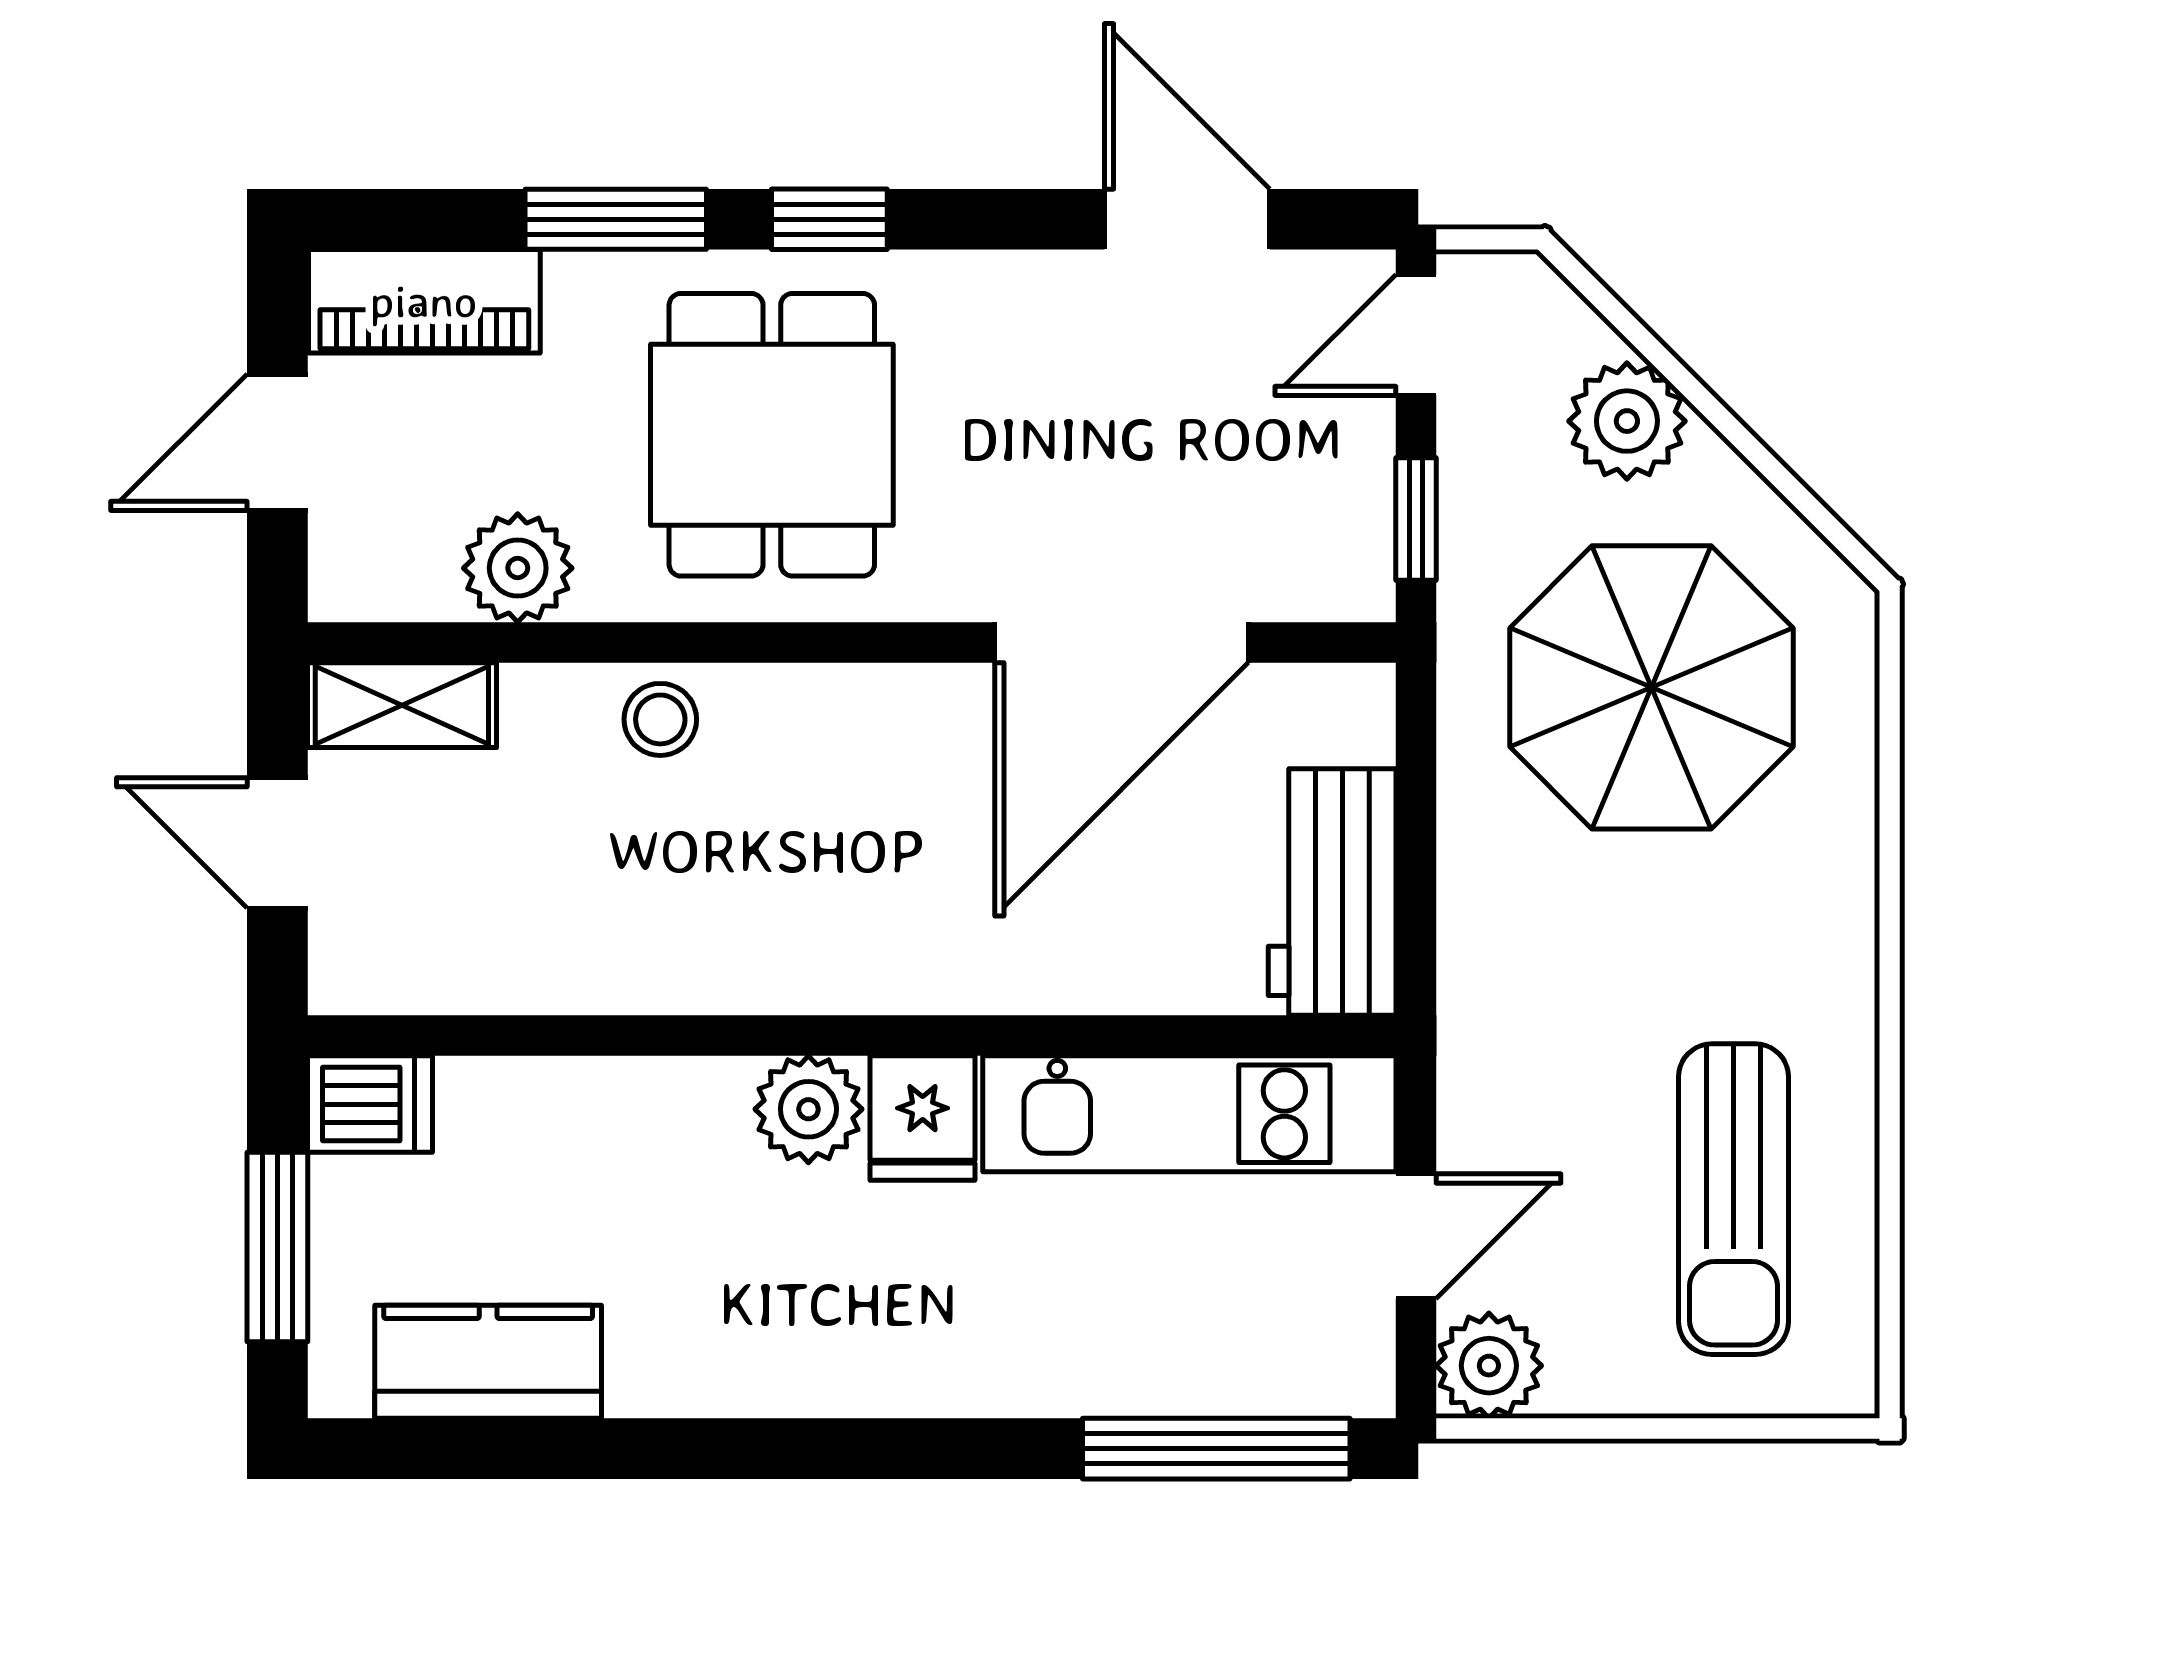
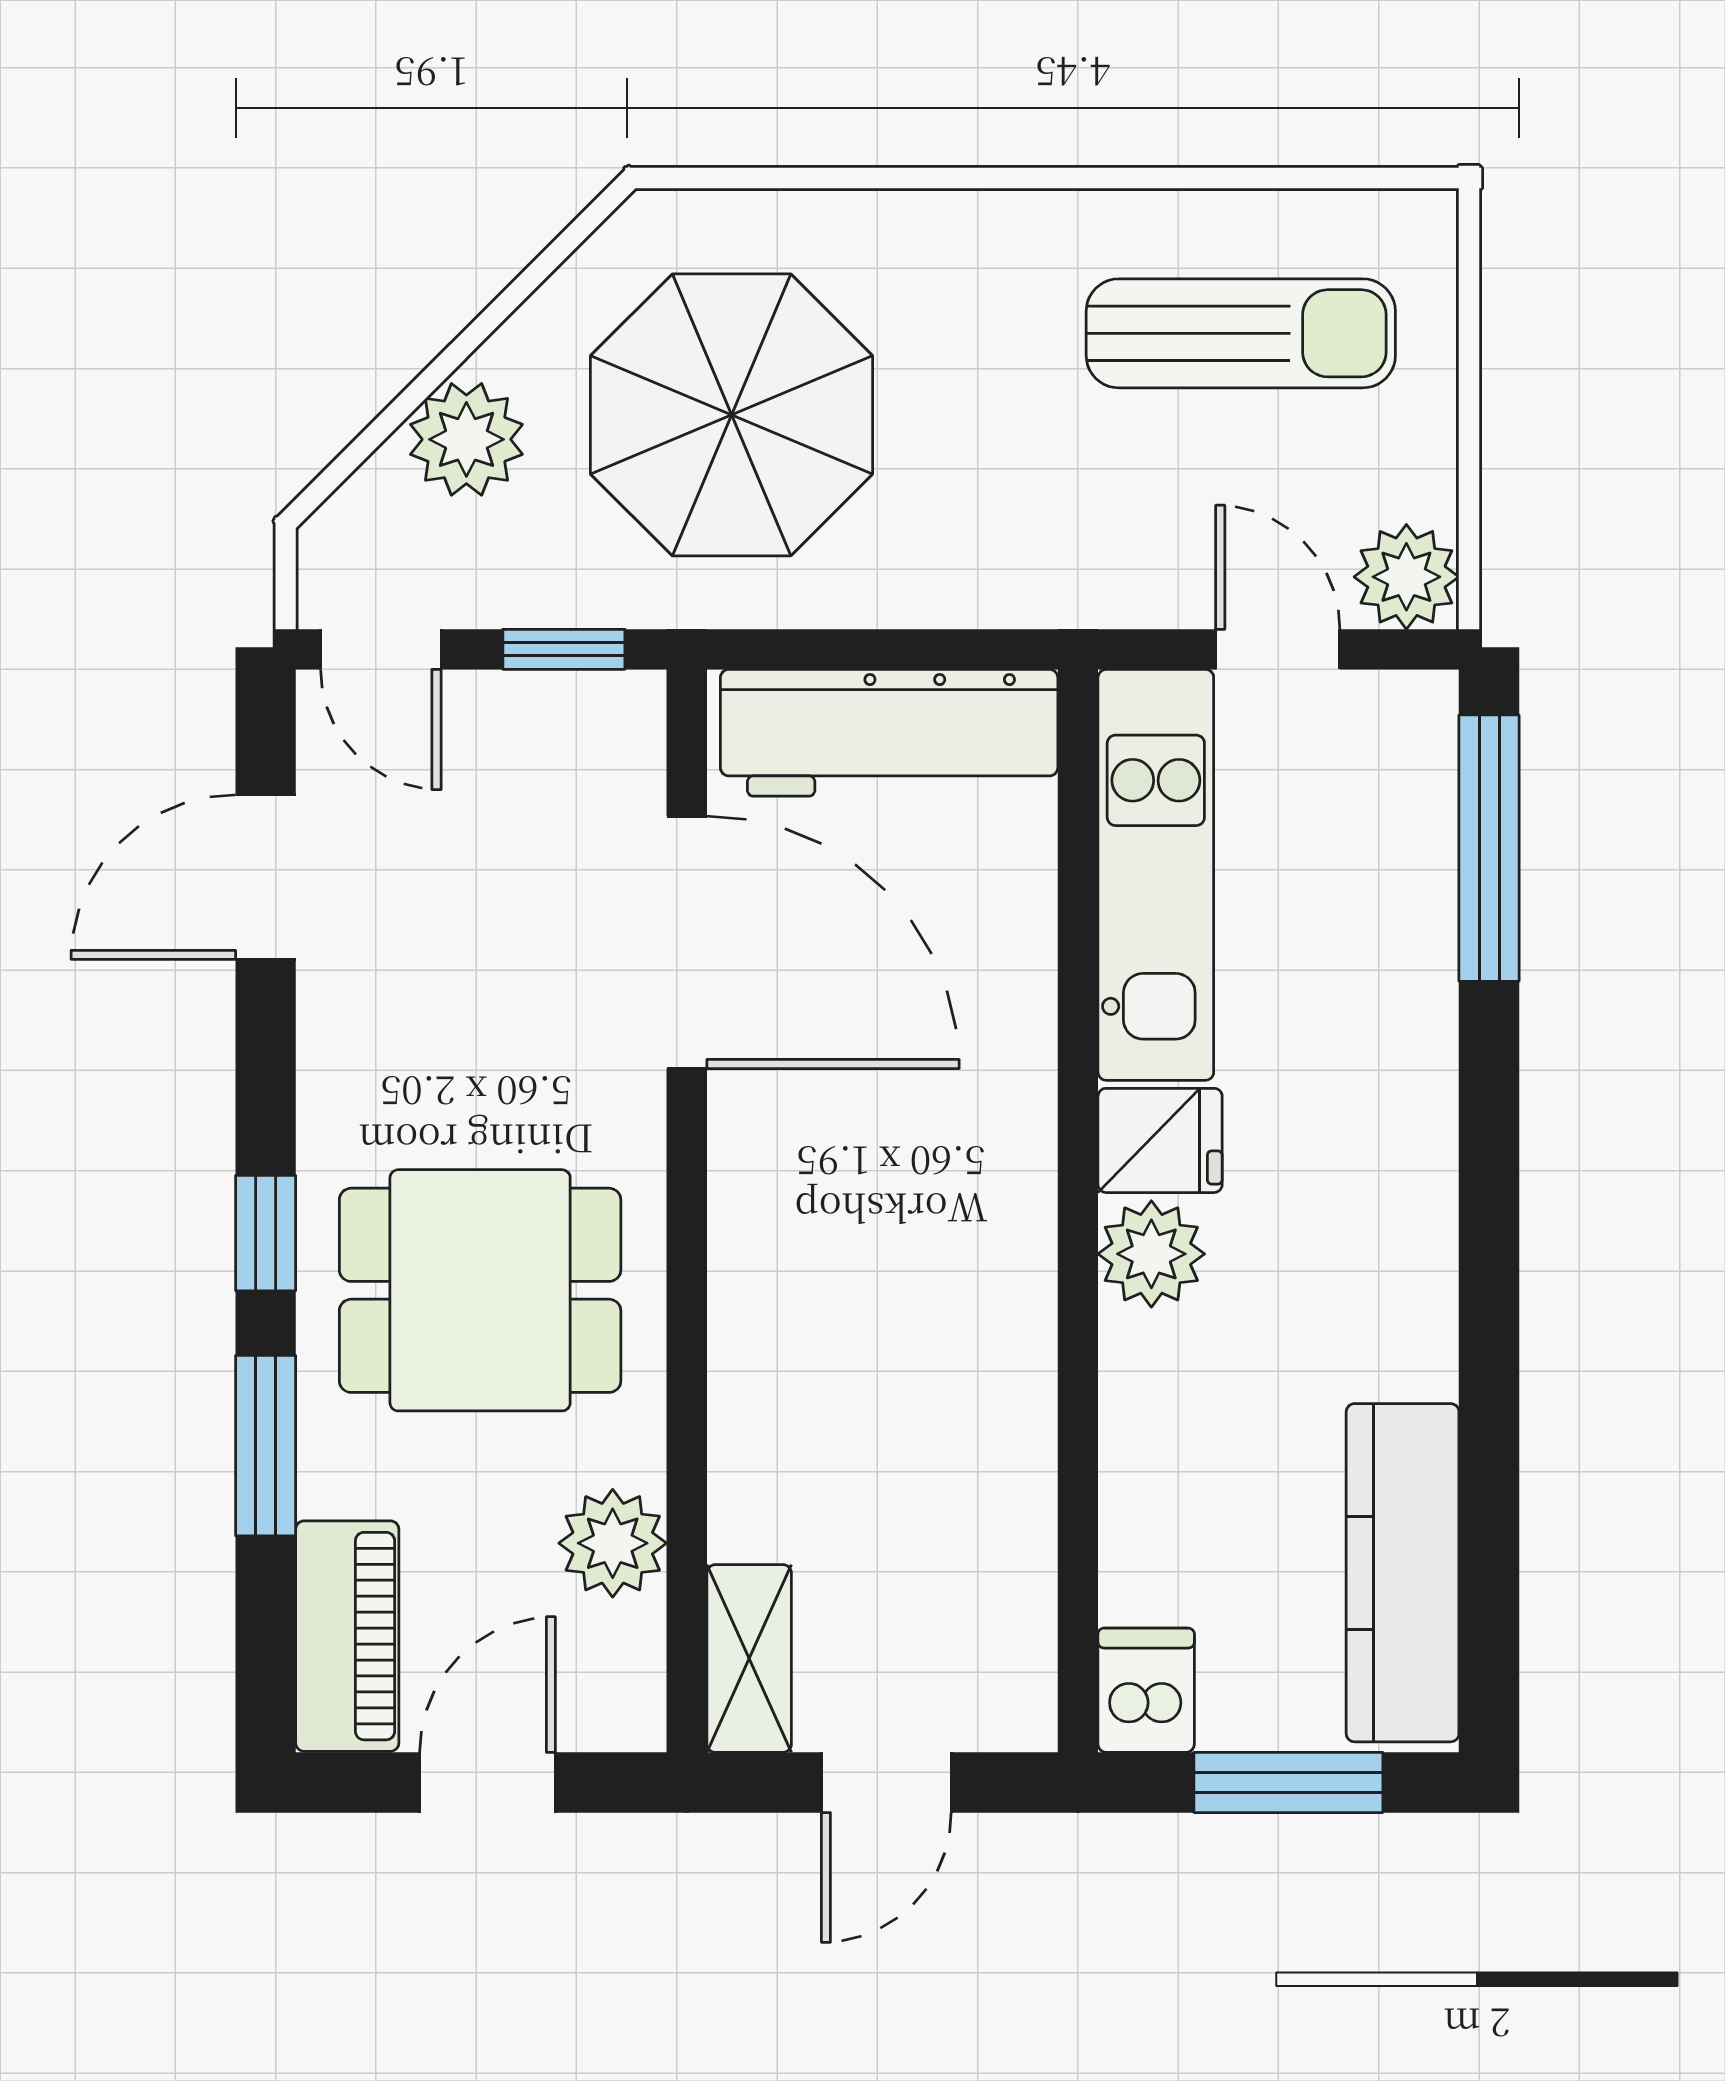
door: (277, 442) -> (488, 1782), swing flipped
stool: (660, 719) -> (763, 1401), removed
workbench: (1332, 892) -> (889, 733), width x1.38
kitchen counter: (488, 1362) -> (1403, 1573), width x1.50

